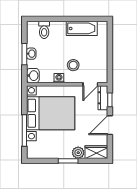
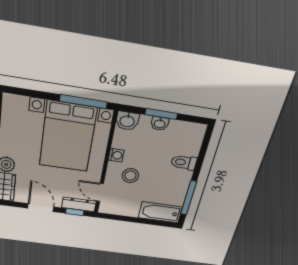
window: (85, 19) -> (189, 198), added
bathtub: (82, 28) -> (160, 212), moved, turned 90
toilet: (44, 30) -> (184, 162), moved
window: (24, 131) -> (83, 102), moved

